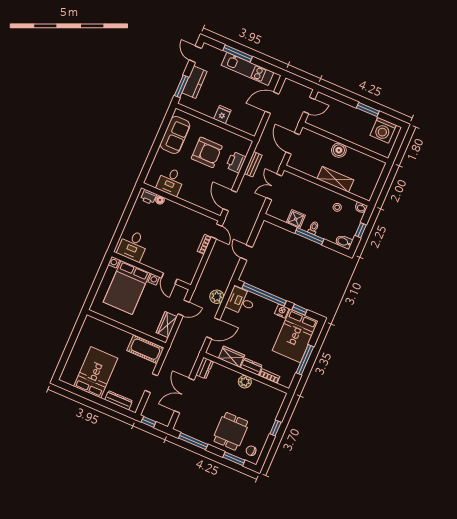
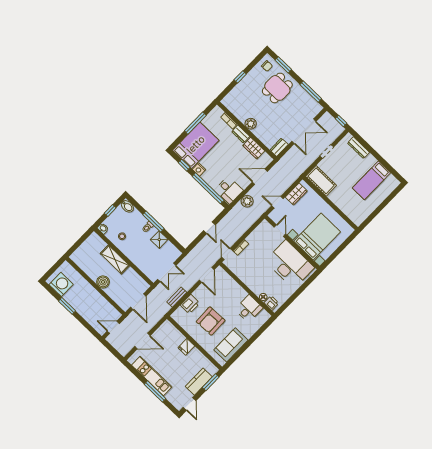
armchair: (207, 152) -> (211, 321), turned -92
desk: (133, 246) -> (290, 264), width x1.87, depth x1.30
bed: (96, 372) -> (371, 180), width x0.67

